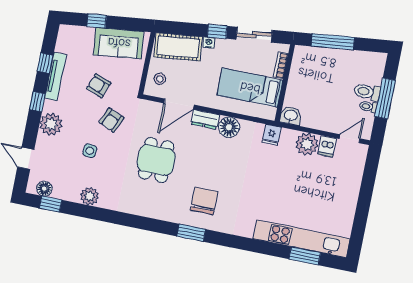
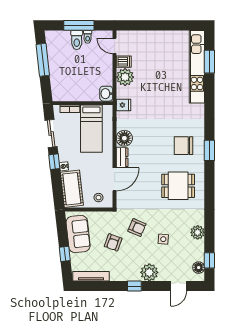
window: (333, 42) -> (43, 60), moved
window: (45, 63) -> (104, 286), removed
tv unit: (55, 76) -> (91, 276), moved
door: (179, 104) -> (115, 179), hinge flipped
dining table: (156, 160) -> (178, 186), moved

